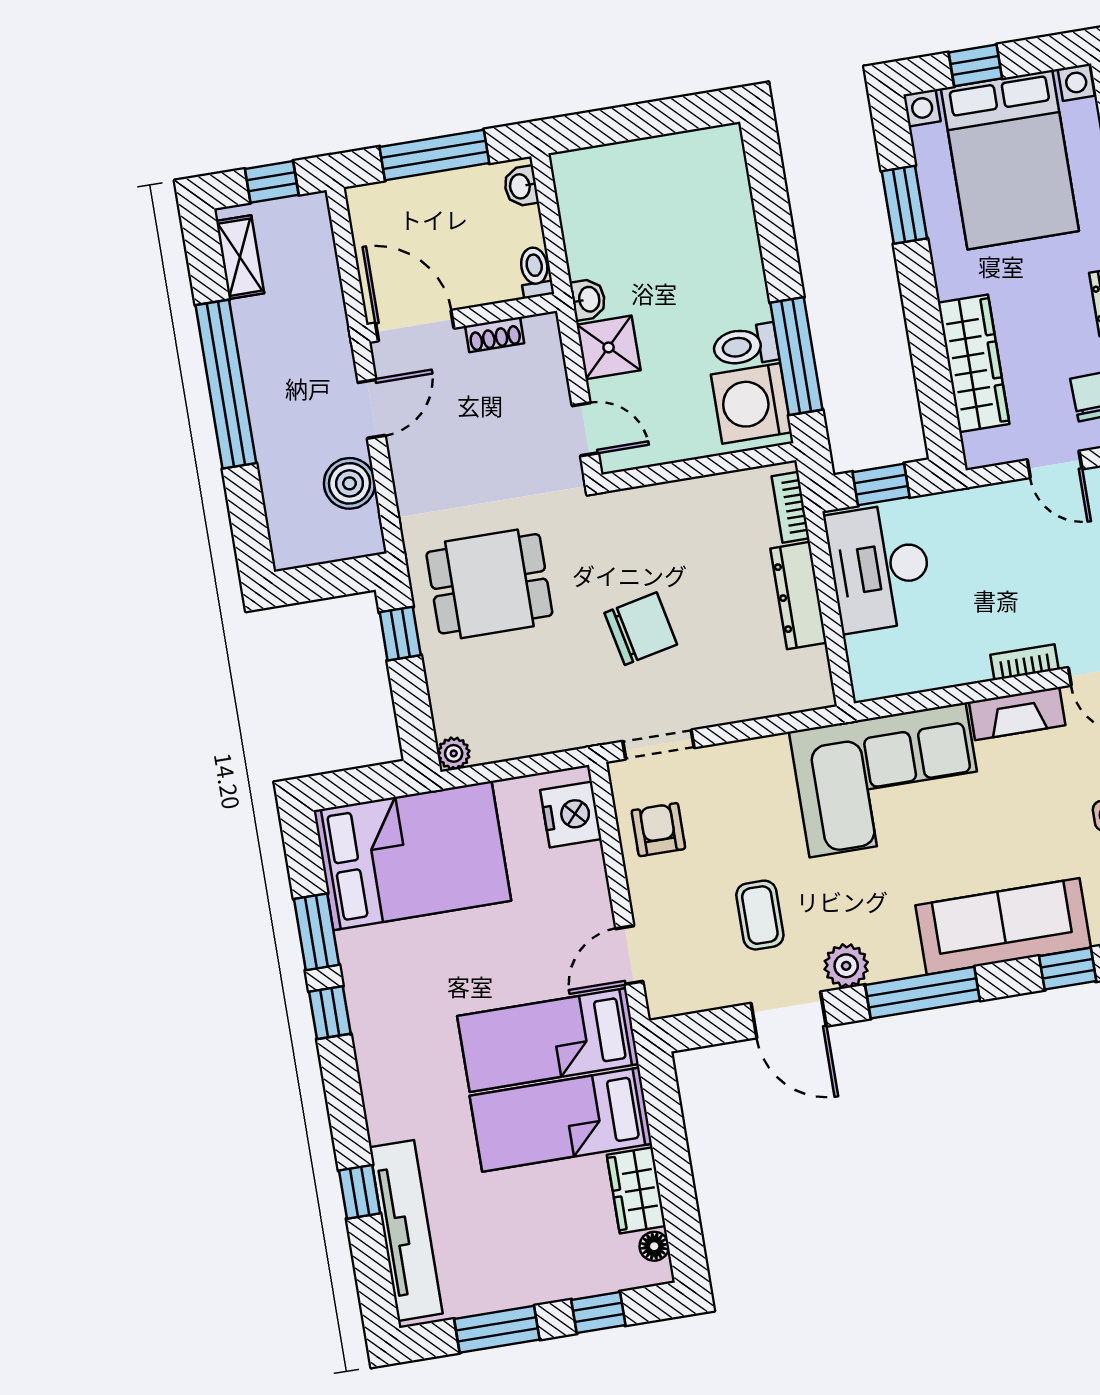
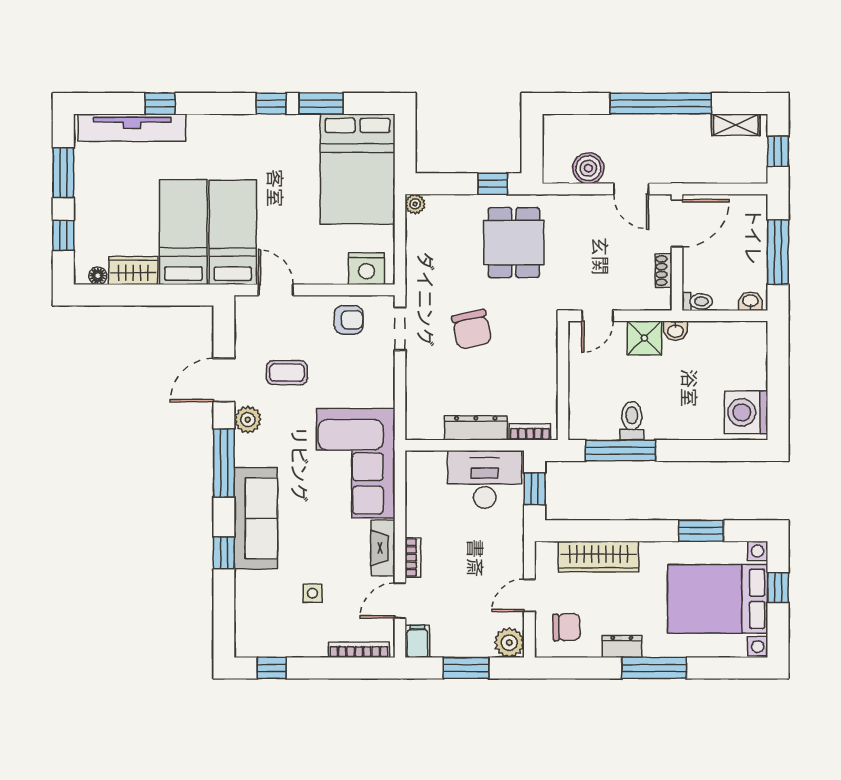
washing machine: (751, 403) -> (746, 412), moved, turned -90

